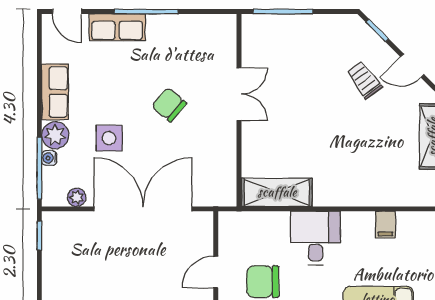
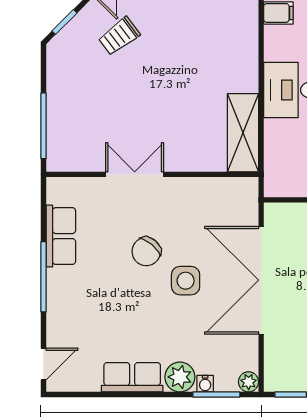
row of seats: (117, 27) -> (61, 236), moved
side table: (109, 138) -> (186, 281), moved
window: (39, 168) -> (216, 395), width x0.69
plant: (77, 197) -> (249, 382), moved

